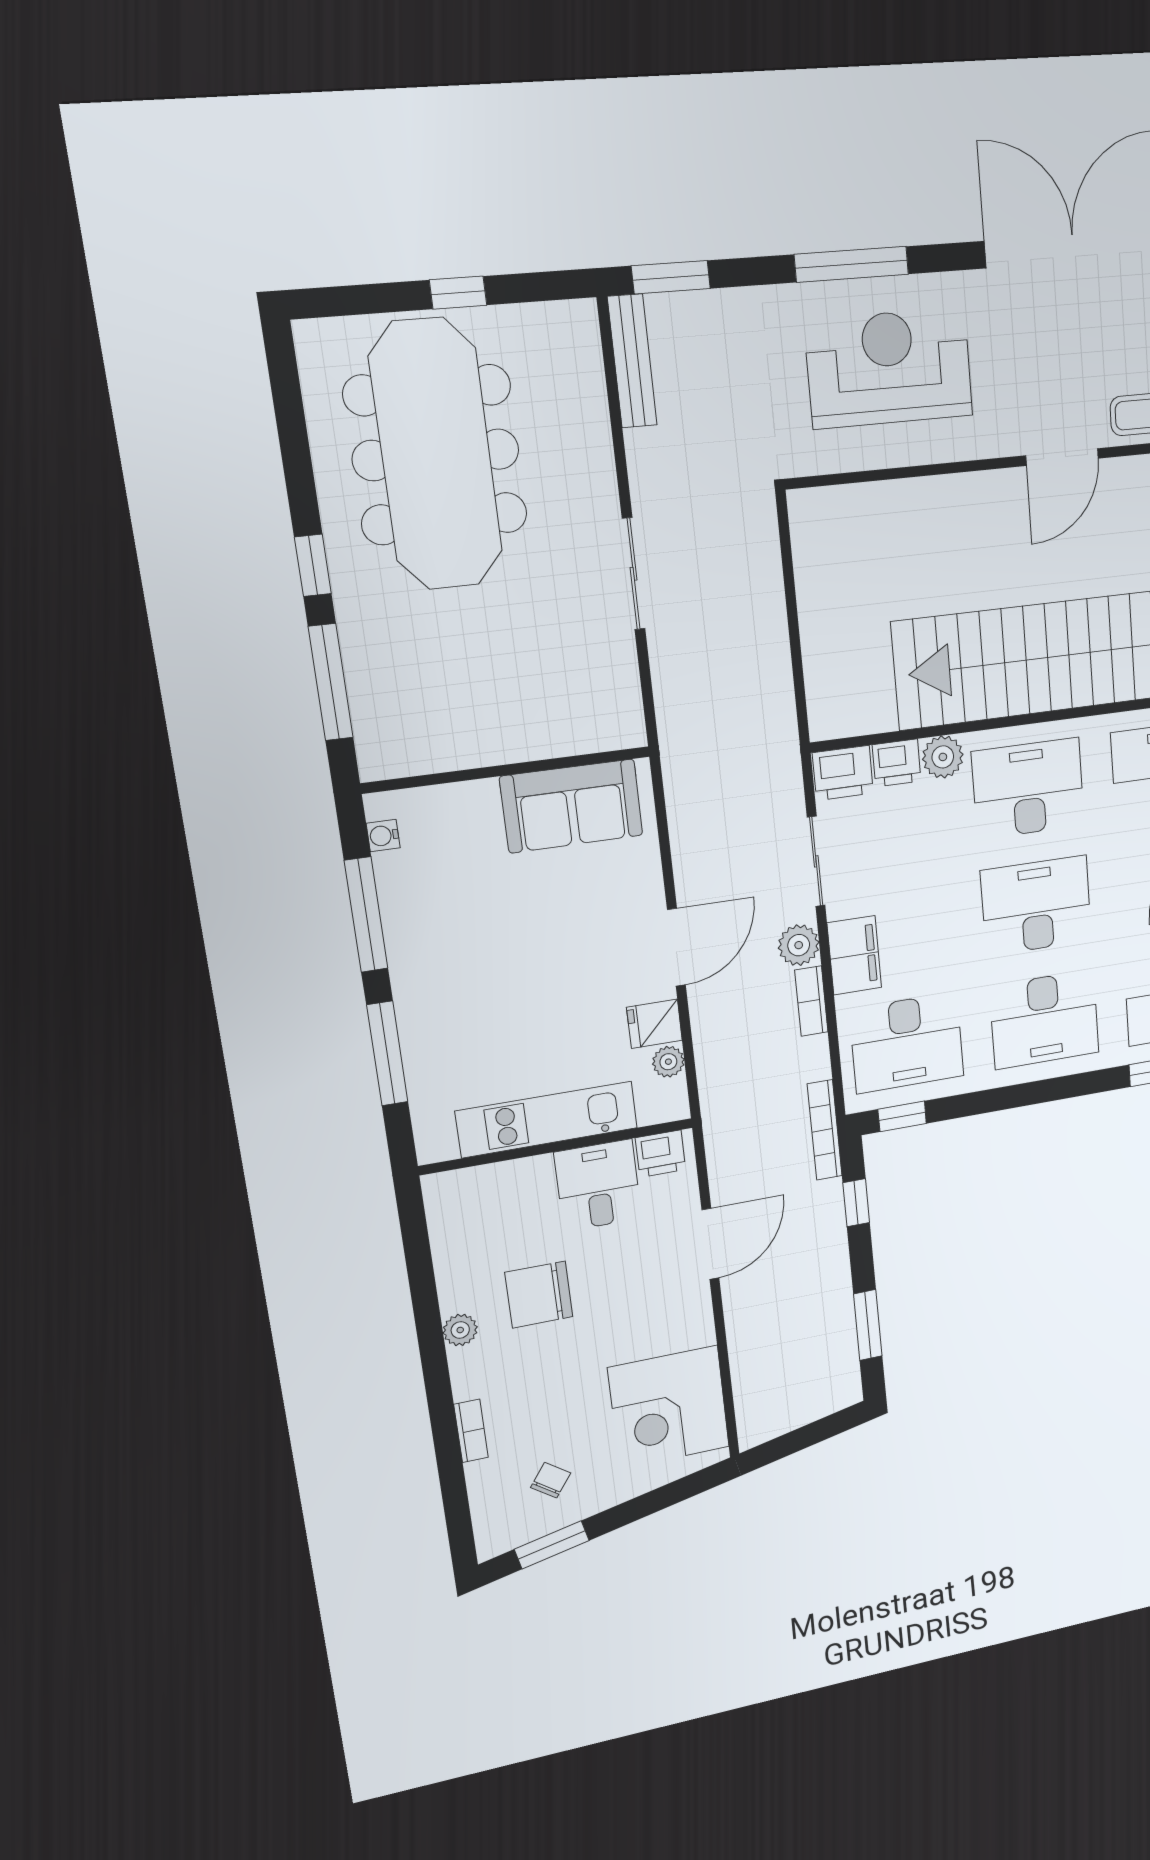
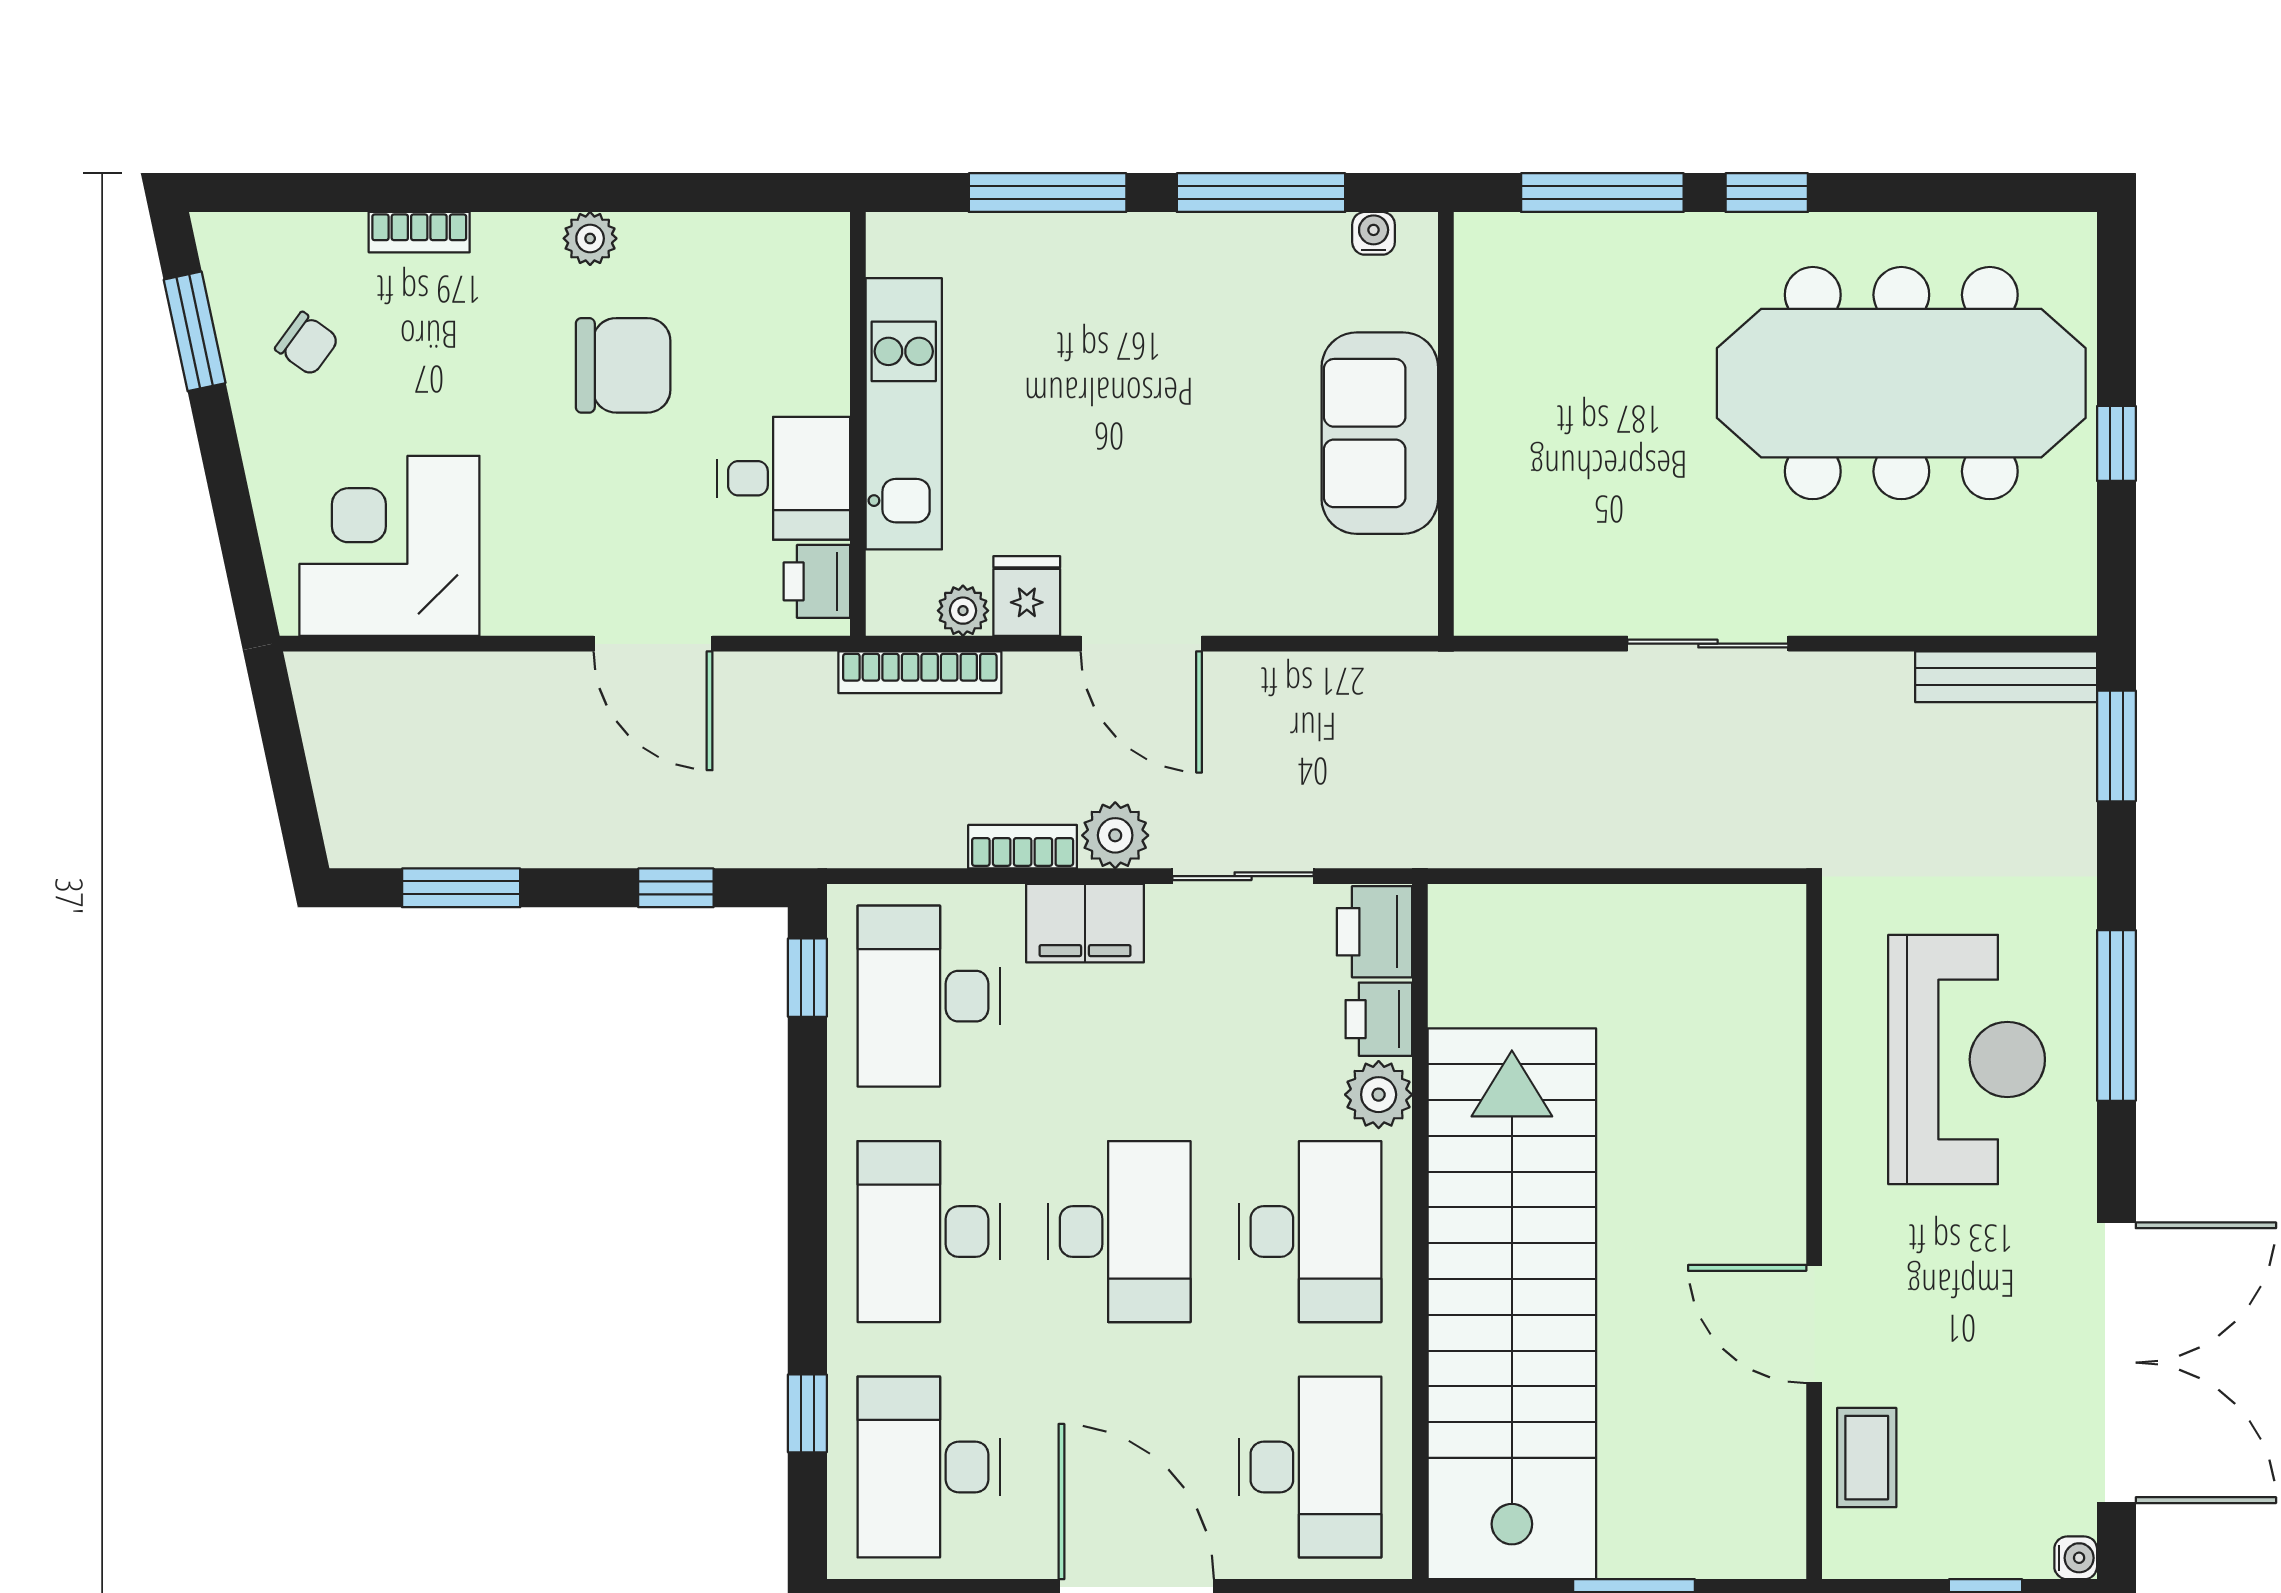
sofa: (572, 806) -> (1380, 433), moved
bookcase: (825, 1130) -> (920, 672), moved, turned 180
chair: (539, 1295) -> (623, 365), turned 90

